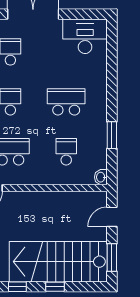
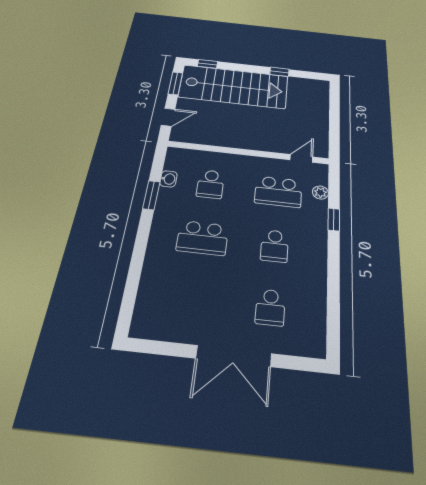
desk: (85, 36) -> (164, 317), removed
washbasin: (101, 177) -> (168, 179), moved
window: (55, 287) -> (208, 64), moved

